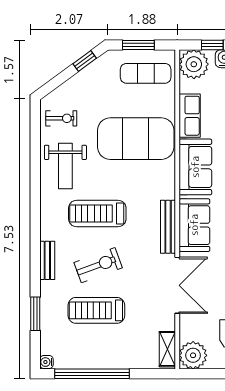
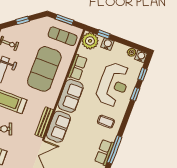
window: (85, 61) -> (22, 20), moved
exercise mat: (136, 139) -> (44, 69), turned 90

